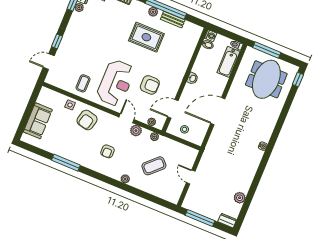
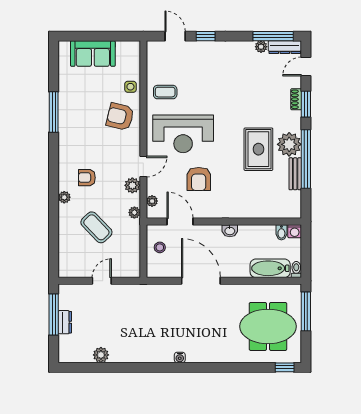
plant: (153, 12) -> (289, 144), width x1.88, depth x1.88
armchair: (107, 151) -> (87, 178), moved
dresser: (227, 221) -> (65, 322), moved

